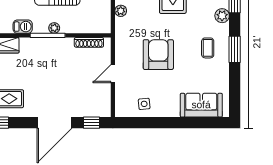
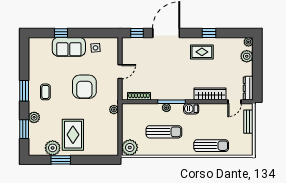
plant: (121, 11) -> (114, 110), moved
sofa: (201, 105) -> (69, 47), moved
window: (188, 123) -> (61, 33), added

